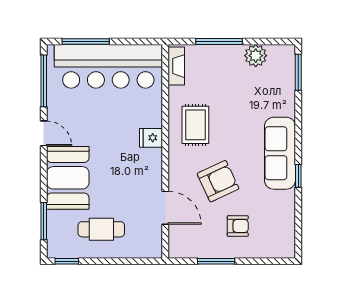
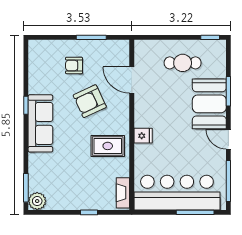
window: (219, 41) -> (89, 212), width x0.46
plant: (256, 56) -> (37, 201), moved
rug: (195, 125) -> (108, 146), turned 90
window: (44, 221) -> (228, 91), moved

